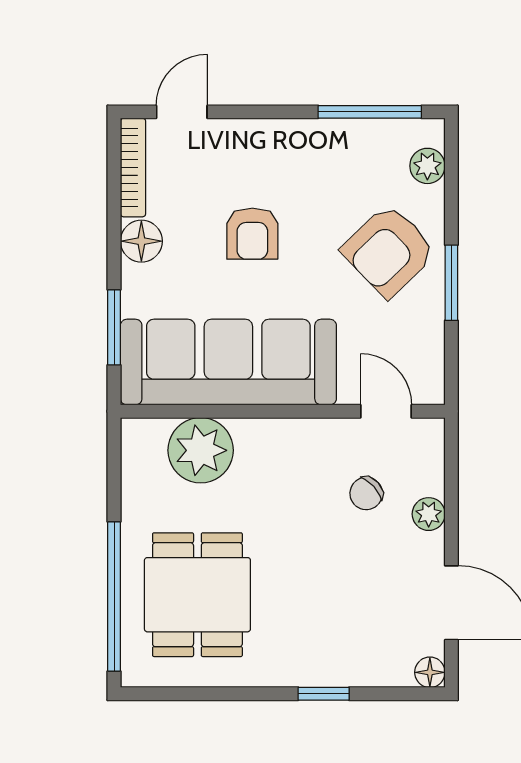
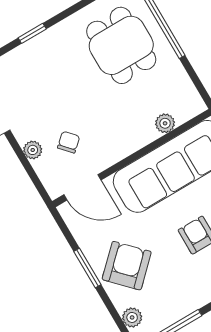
door: (386, 411) -> (82, 187), width x1.37
plant: (201, 450) -> (165, 123), width x0.53, depth x0.53

